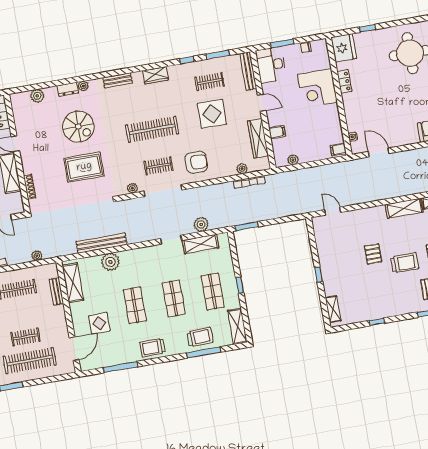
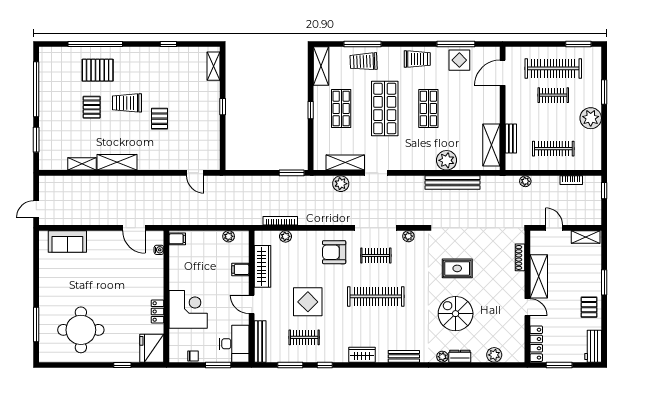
rug: (84, 167) -> (457, 268), width x0.73, depth x0.70
shop shelf: (174, 298) -> (385, 108), width x1.43, depth x1.36
display table: (99, 323) -> (459, 60), moved

